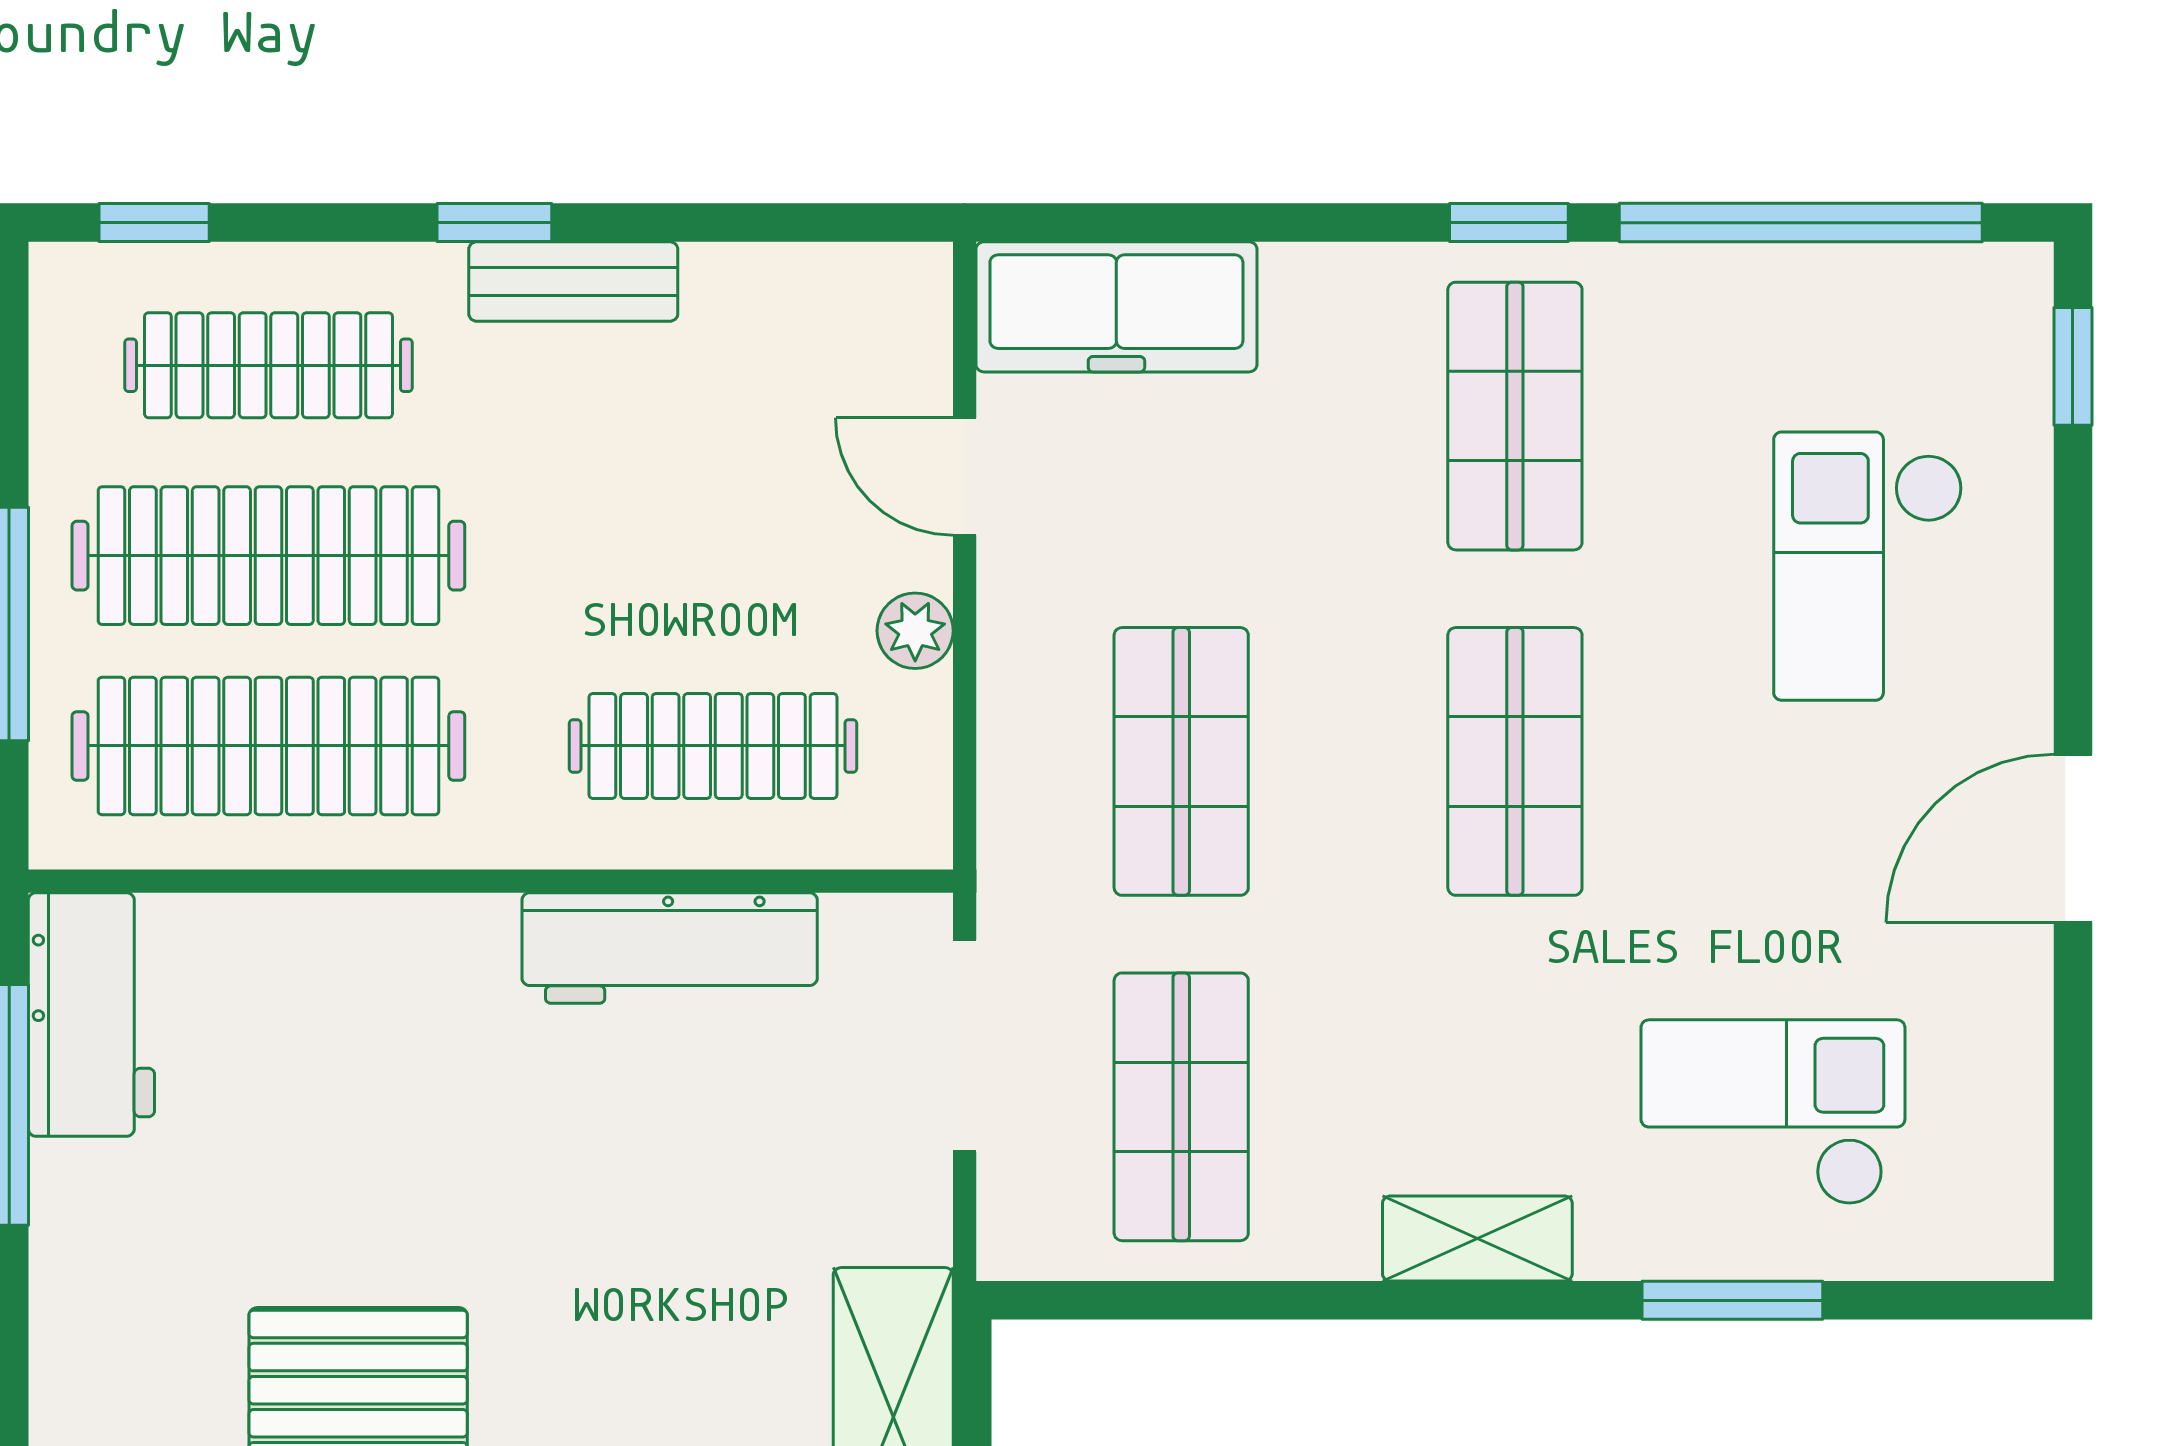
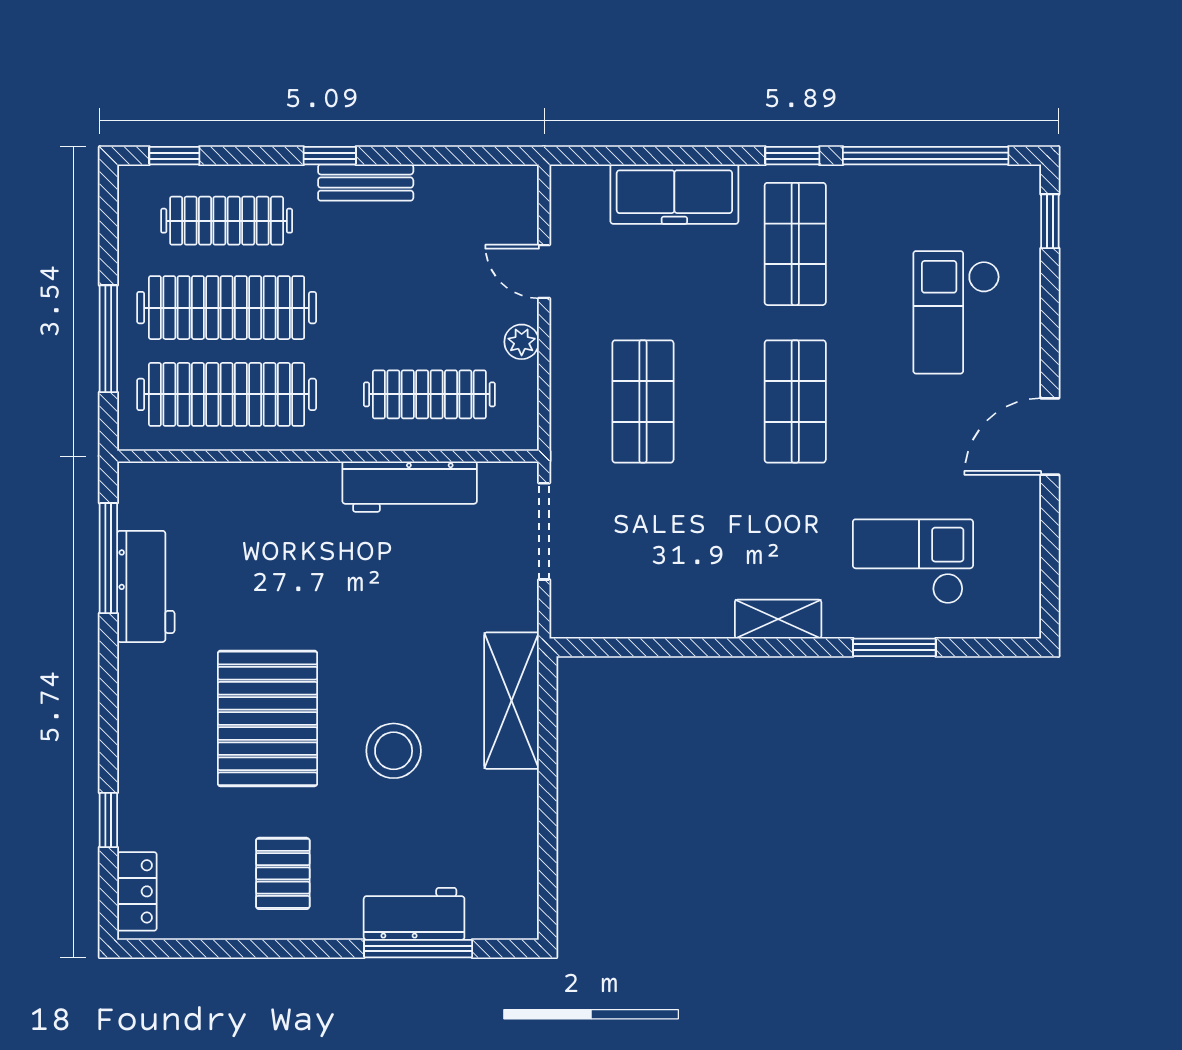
freezer: (1116, 307) -> (674, 194), moved
workbench: (91, 1014) -> (146, 586), moved
shop shelf: (1181, 1107) -> (643, 559), removed

